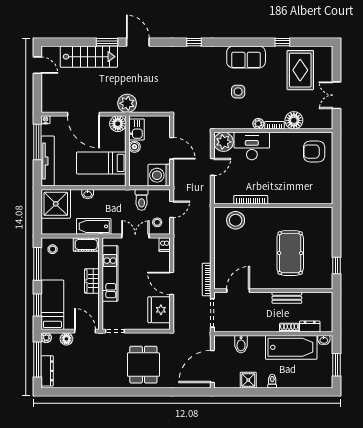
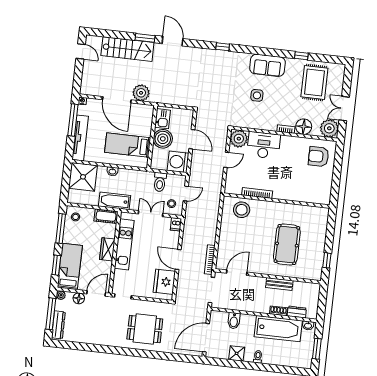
plant: (127, 103) -> (141, 93), moved
floor lamp: (118, 124) -> (146, 112), removed
plant: (258, 124) -> (329, 128), moved, width x1.87, depth x1.87
boiler: (134, 147) -> (163, 139), width x1.86, depth x1.86
door: (85, 331) -> (96, 293), hinge flipped
dining table: (143, 365) -> (145, 329), turned 90

